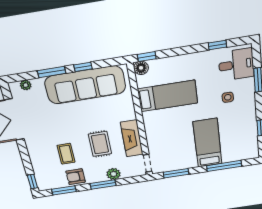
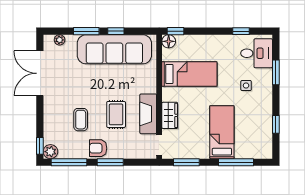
wardrobe: (153, 136) -> (170, 115), added
plant: (114, 174) -> (50, 152), moved
armchair: (76, 177) -> (98, 148), moved
window: (64, 190) -> (69, 162), width x1.44

